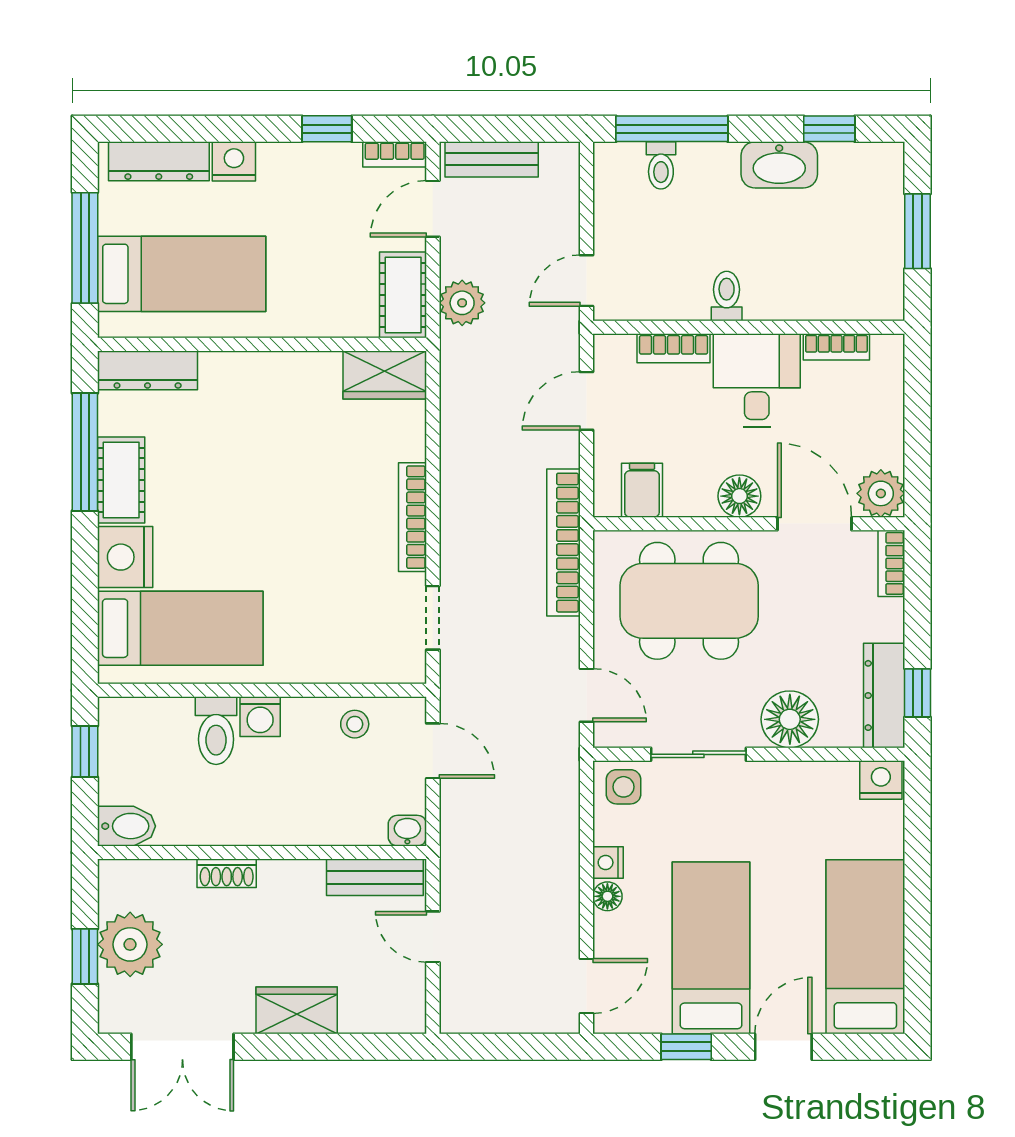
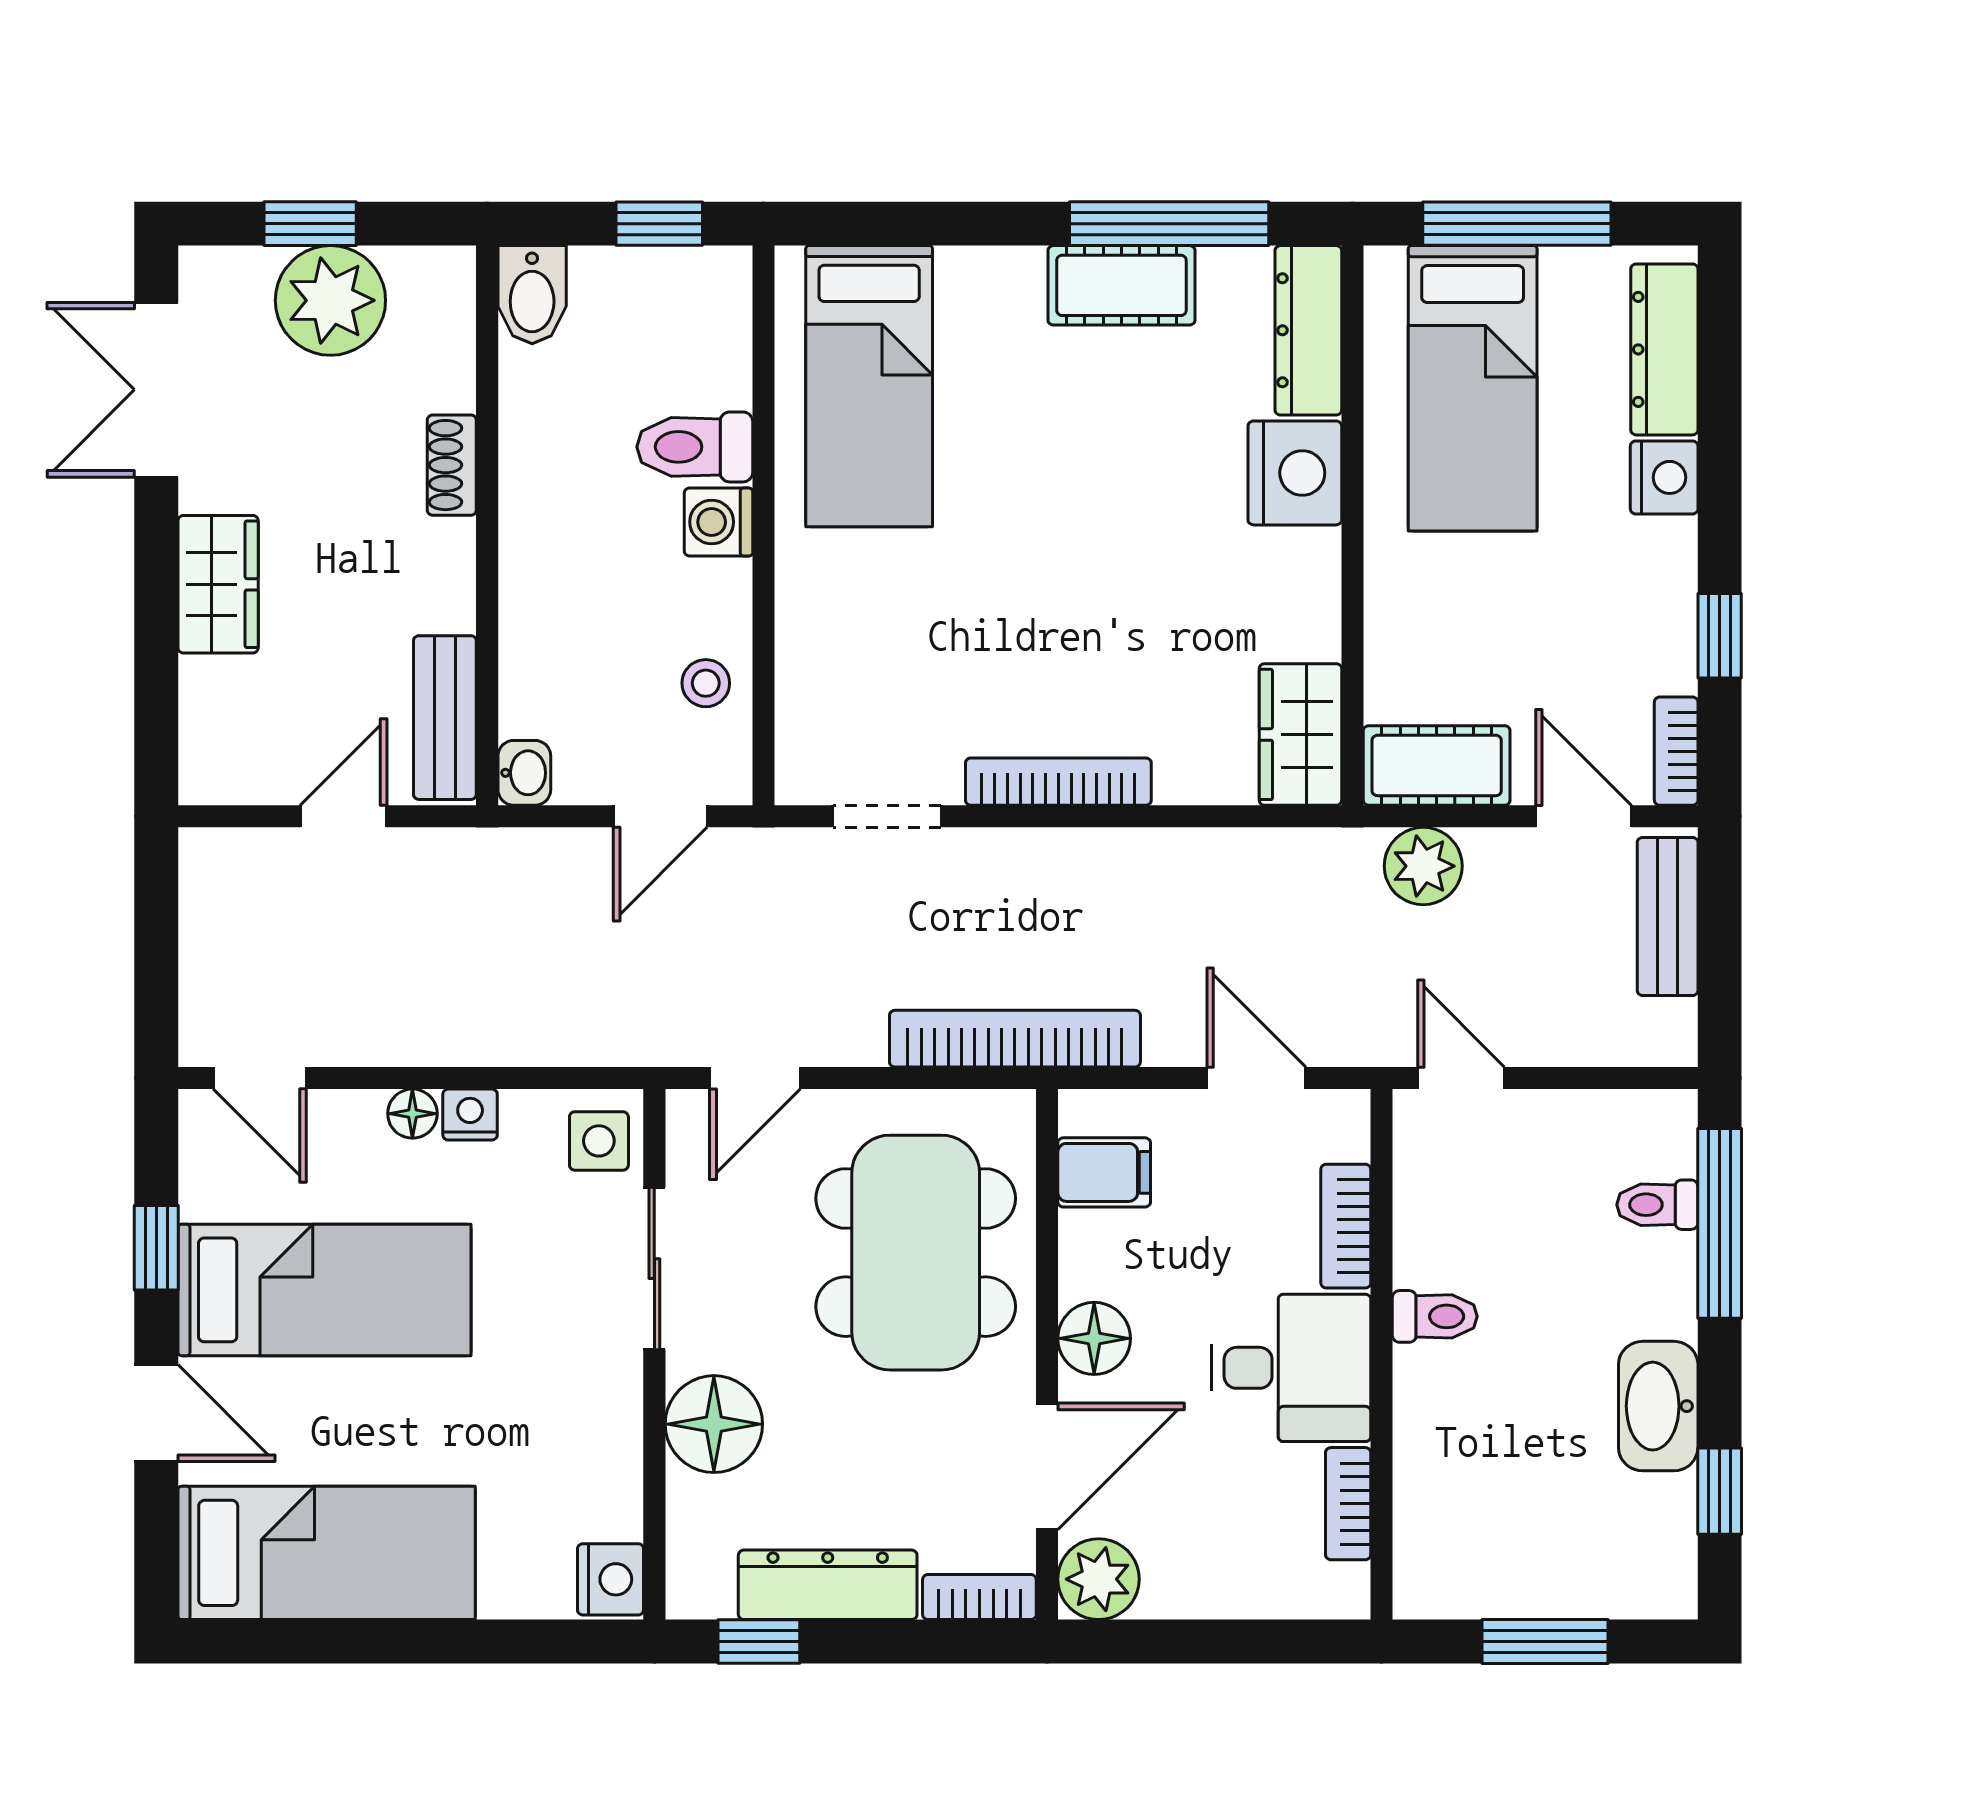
nightstand: (125, 557) -> (1295, 473), moved, turned 90
dresser: (884, 695) -> (828, 1585), moved

